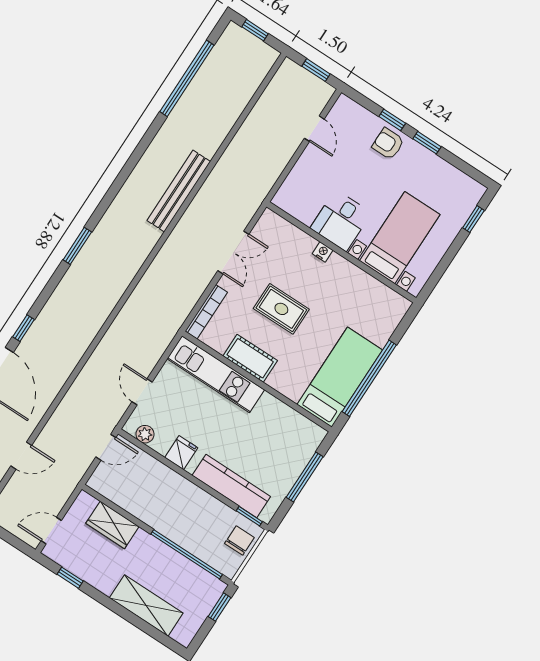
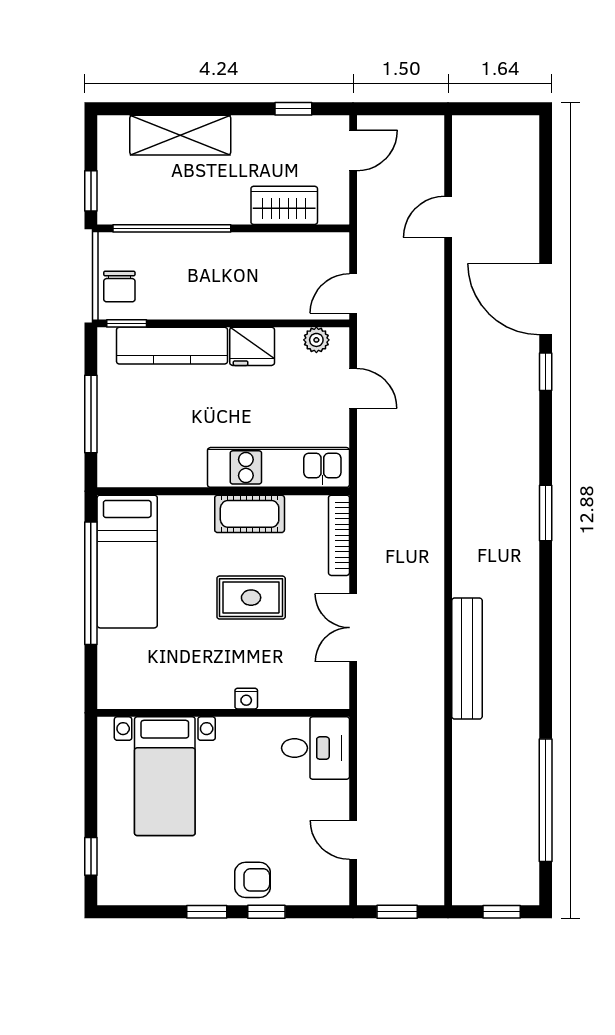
desk: (341, 221) -> (315, 748), moved, turned 90
fridge: (181, 453) -> (252, 346), width x1.38

